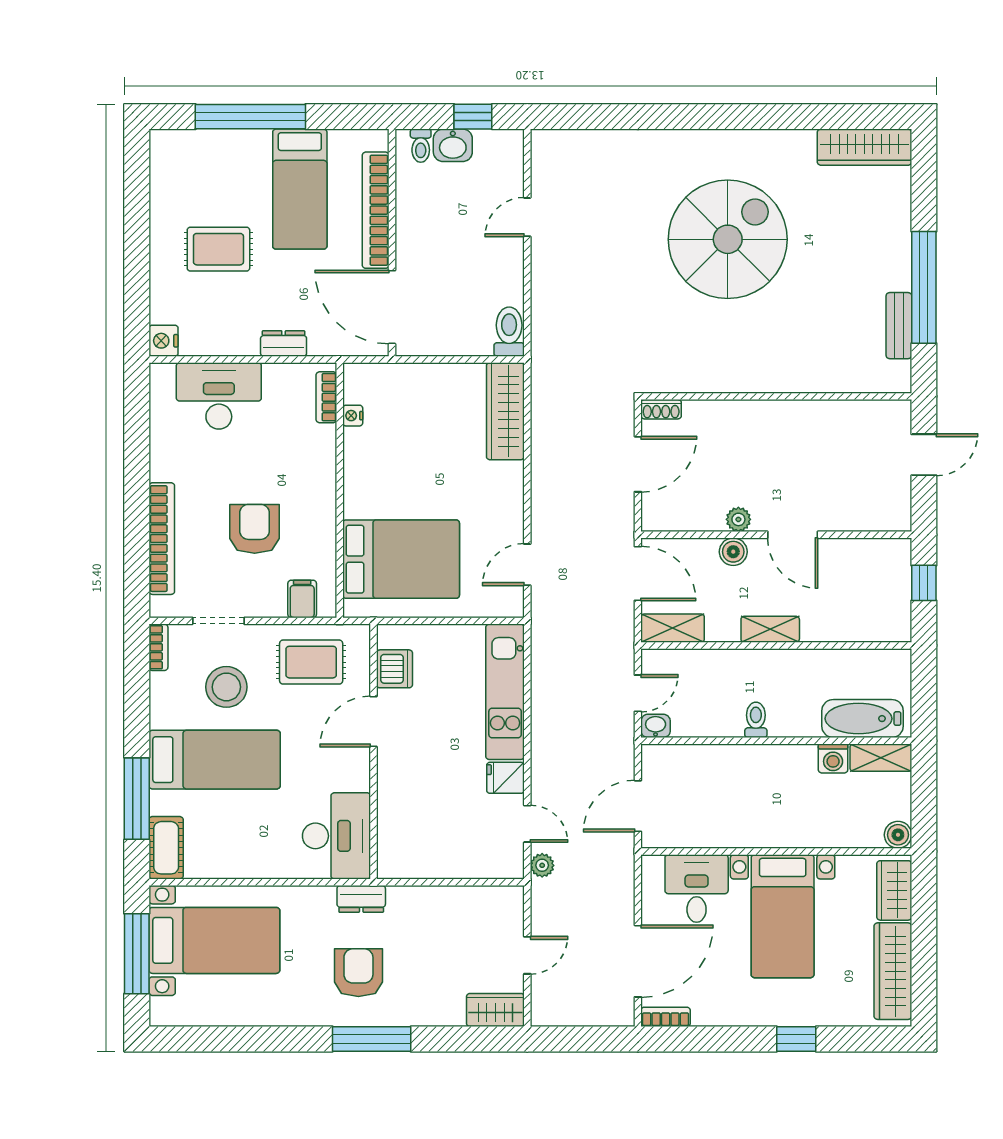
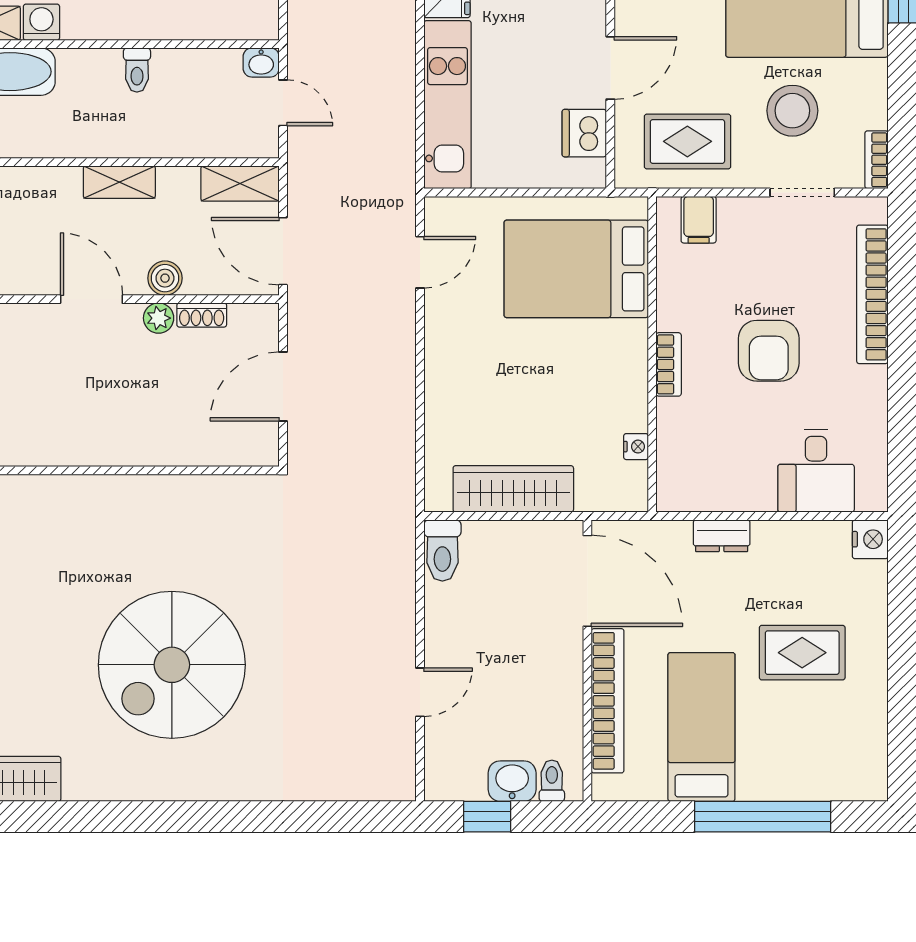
desk: (219, 396) -> (816, 471), width x0.73
bookcase: (326, 397) -> (669, 364), moved
shoe rack: (661, 409) -> (202, 315), moved, turned 180
wardrobe: (505, 411) -> (513, 489), moved, turned -90
armchair: (255, 529) -> (769, 351), moved
door: (638, 693) -> (283, 103), swing flipped

